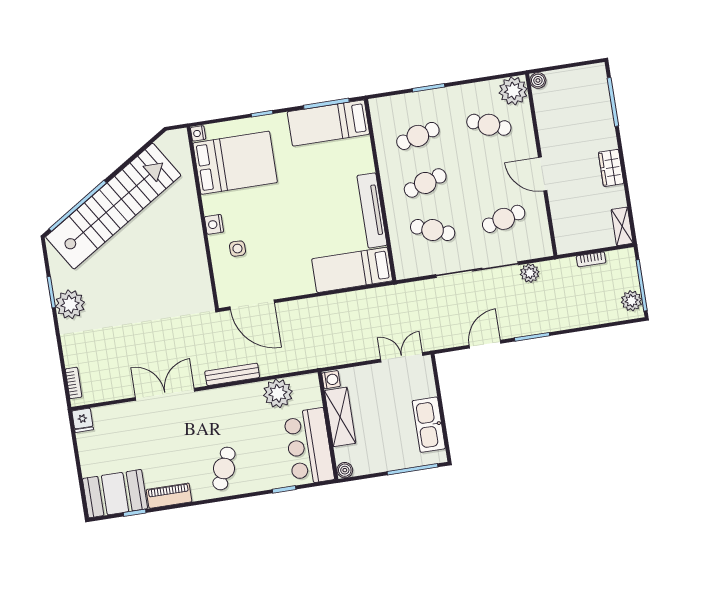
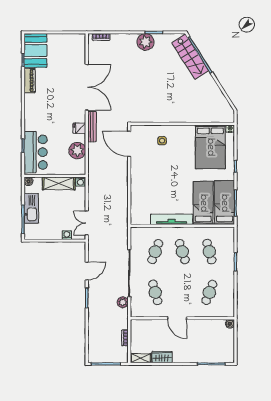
plant: (513, 91) -> (226, 309), removed
wardrobe: (611, 168) -> (162, 357), moved
door: (543, 174) -> (177, 318), swing flipped
stairs: (113, 206) -> (190, 57), width x0.54, depth x0.66
nightstand: (214, 224) -> (178, 130), removed
bed: (352, 270) -> (203, 203), moved
plant: (632, 301) -> (98, 357), removed
door: (252, 305) -> (129, 144), hinge flipped
door: (485, 344) -> (87, 271), hinge flipped
double door: (402, 357) -> (87, 223), swing flipped
washing machine: (428, 389) -> (67, 235), added
double door: (165, 394) -> (87, 87), width x1.36
fridge: (83, 420) -> (79, 128), moved
kitchen sink: (429, 425) -> (31, 208), moved, turned 90
bar counter: (309, 446) -> (36, 152), moved, turned 90
cafe table: (224, 468) -> (40, 114), removed

